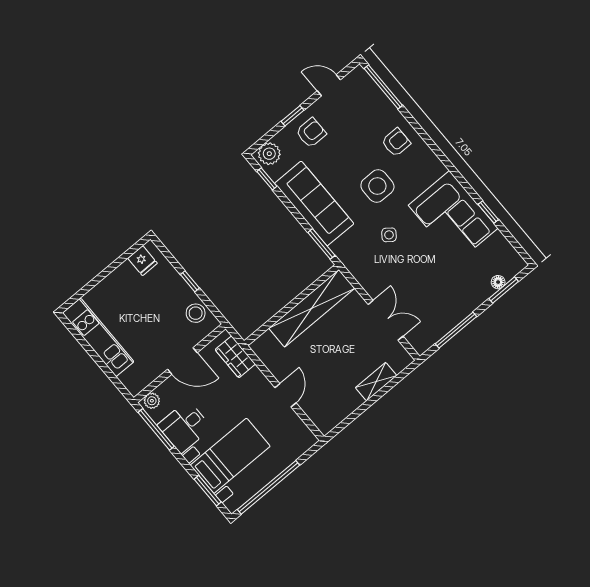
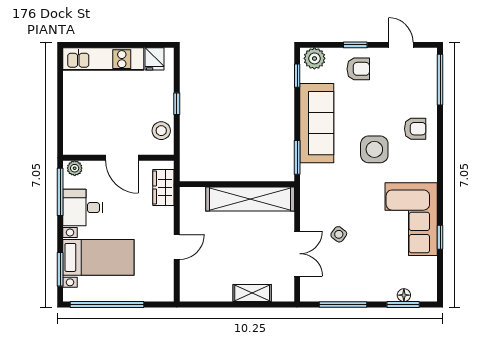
side table: (389, 235) -> (339, 234), moved
kitchen unit: (98, 337) -> (103, 59), moved, turned 90

